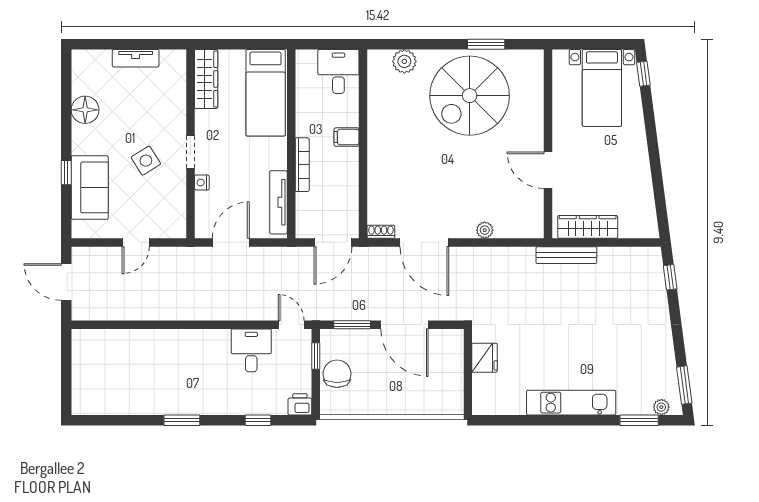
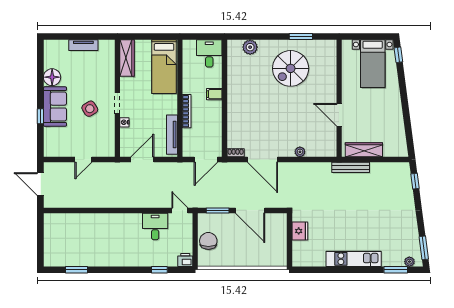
spiral stairs: (470, 96) -> (291, 68), width x0.73, depth x0.73
sofa: (90, 187) -> (55, 107), moved
window: (316, 356) -> (195, 230), removed
window: (182, 420) -> (77, 270), moved

